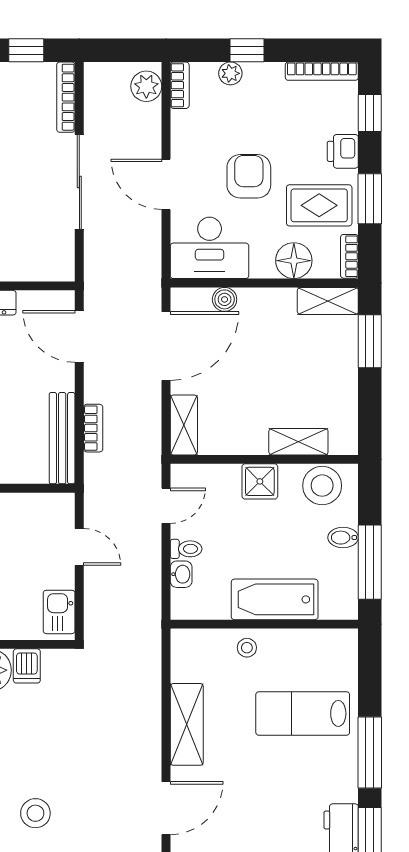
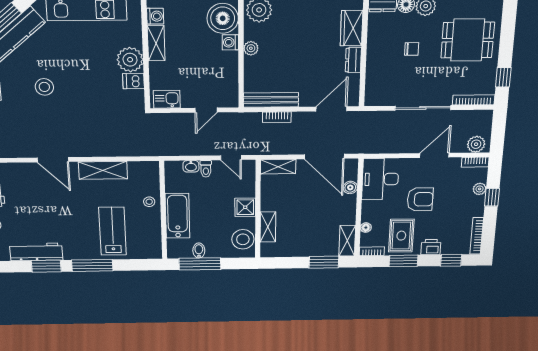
door: (166, 184) -> (434, 155), moved
floor lamp: (294, 261) -> (366, 228), width x0.53, depth x0.53
bidet: (343, 538) -> (199, 251), moved

